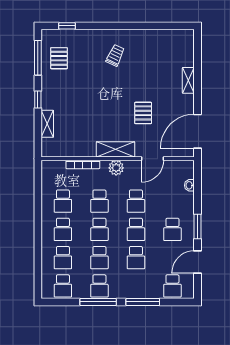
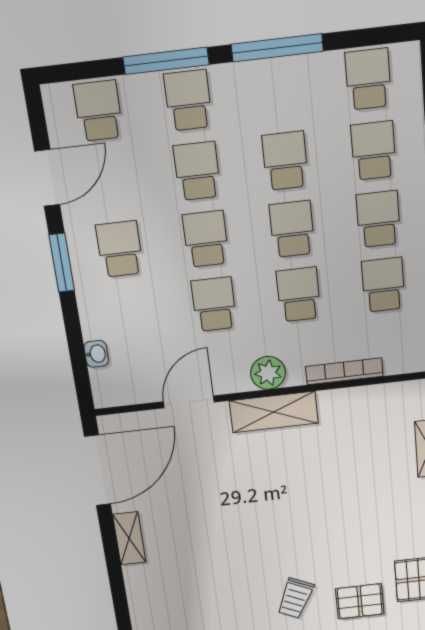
shelving: (188, 80) -> (129, 538), moved
pallet: (143, 113) -> (360, 601), moved, turned 90
school desk: (99, 286) -> (188, 100), moved

